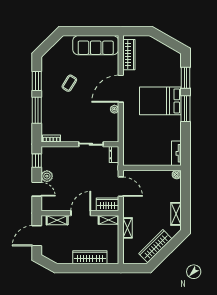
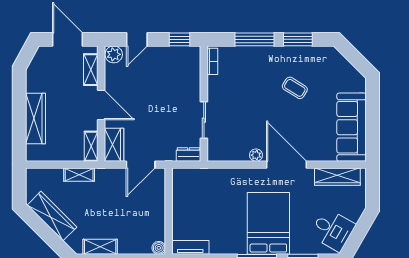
desk: (165, 58) -> (333, 230), added
plant: (47, 176) -> (114, 54), moved

